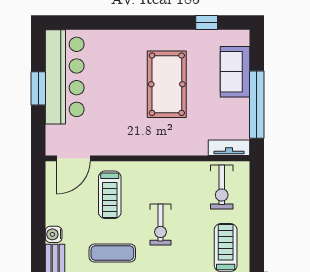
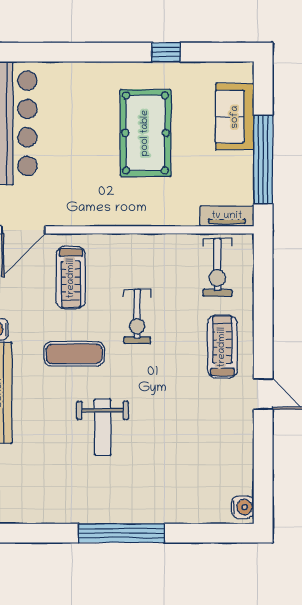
window: (207, 23) -> (166, 52), moved

